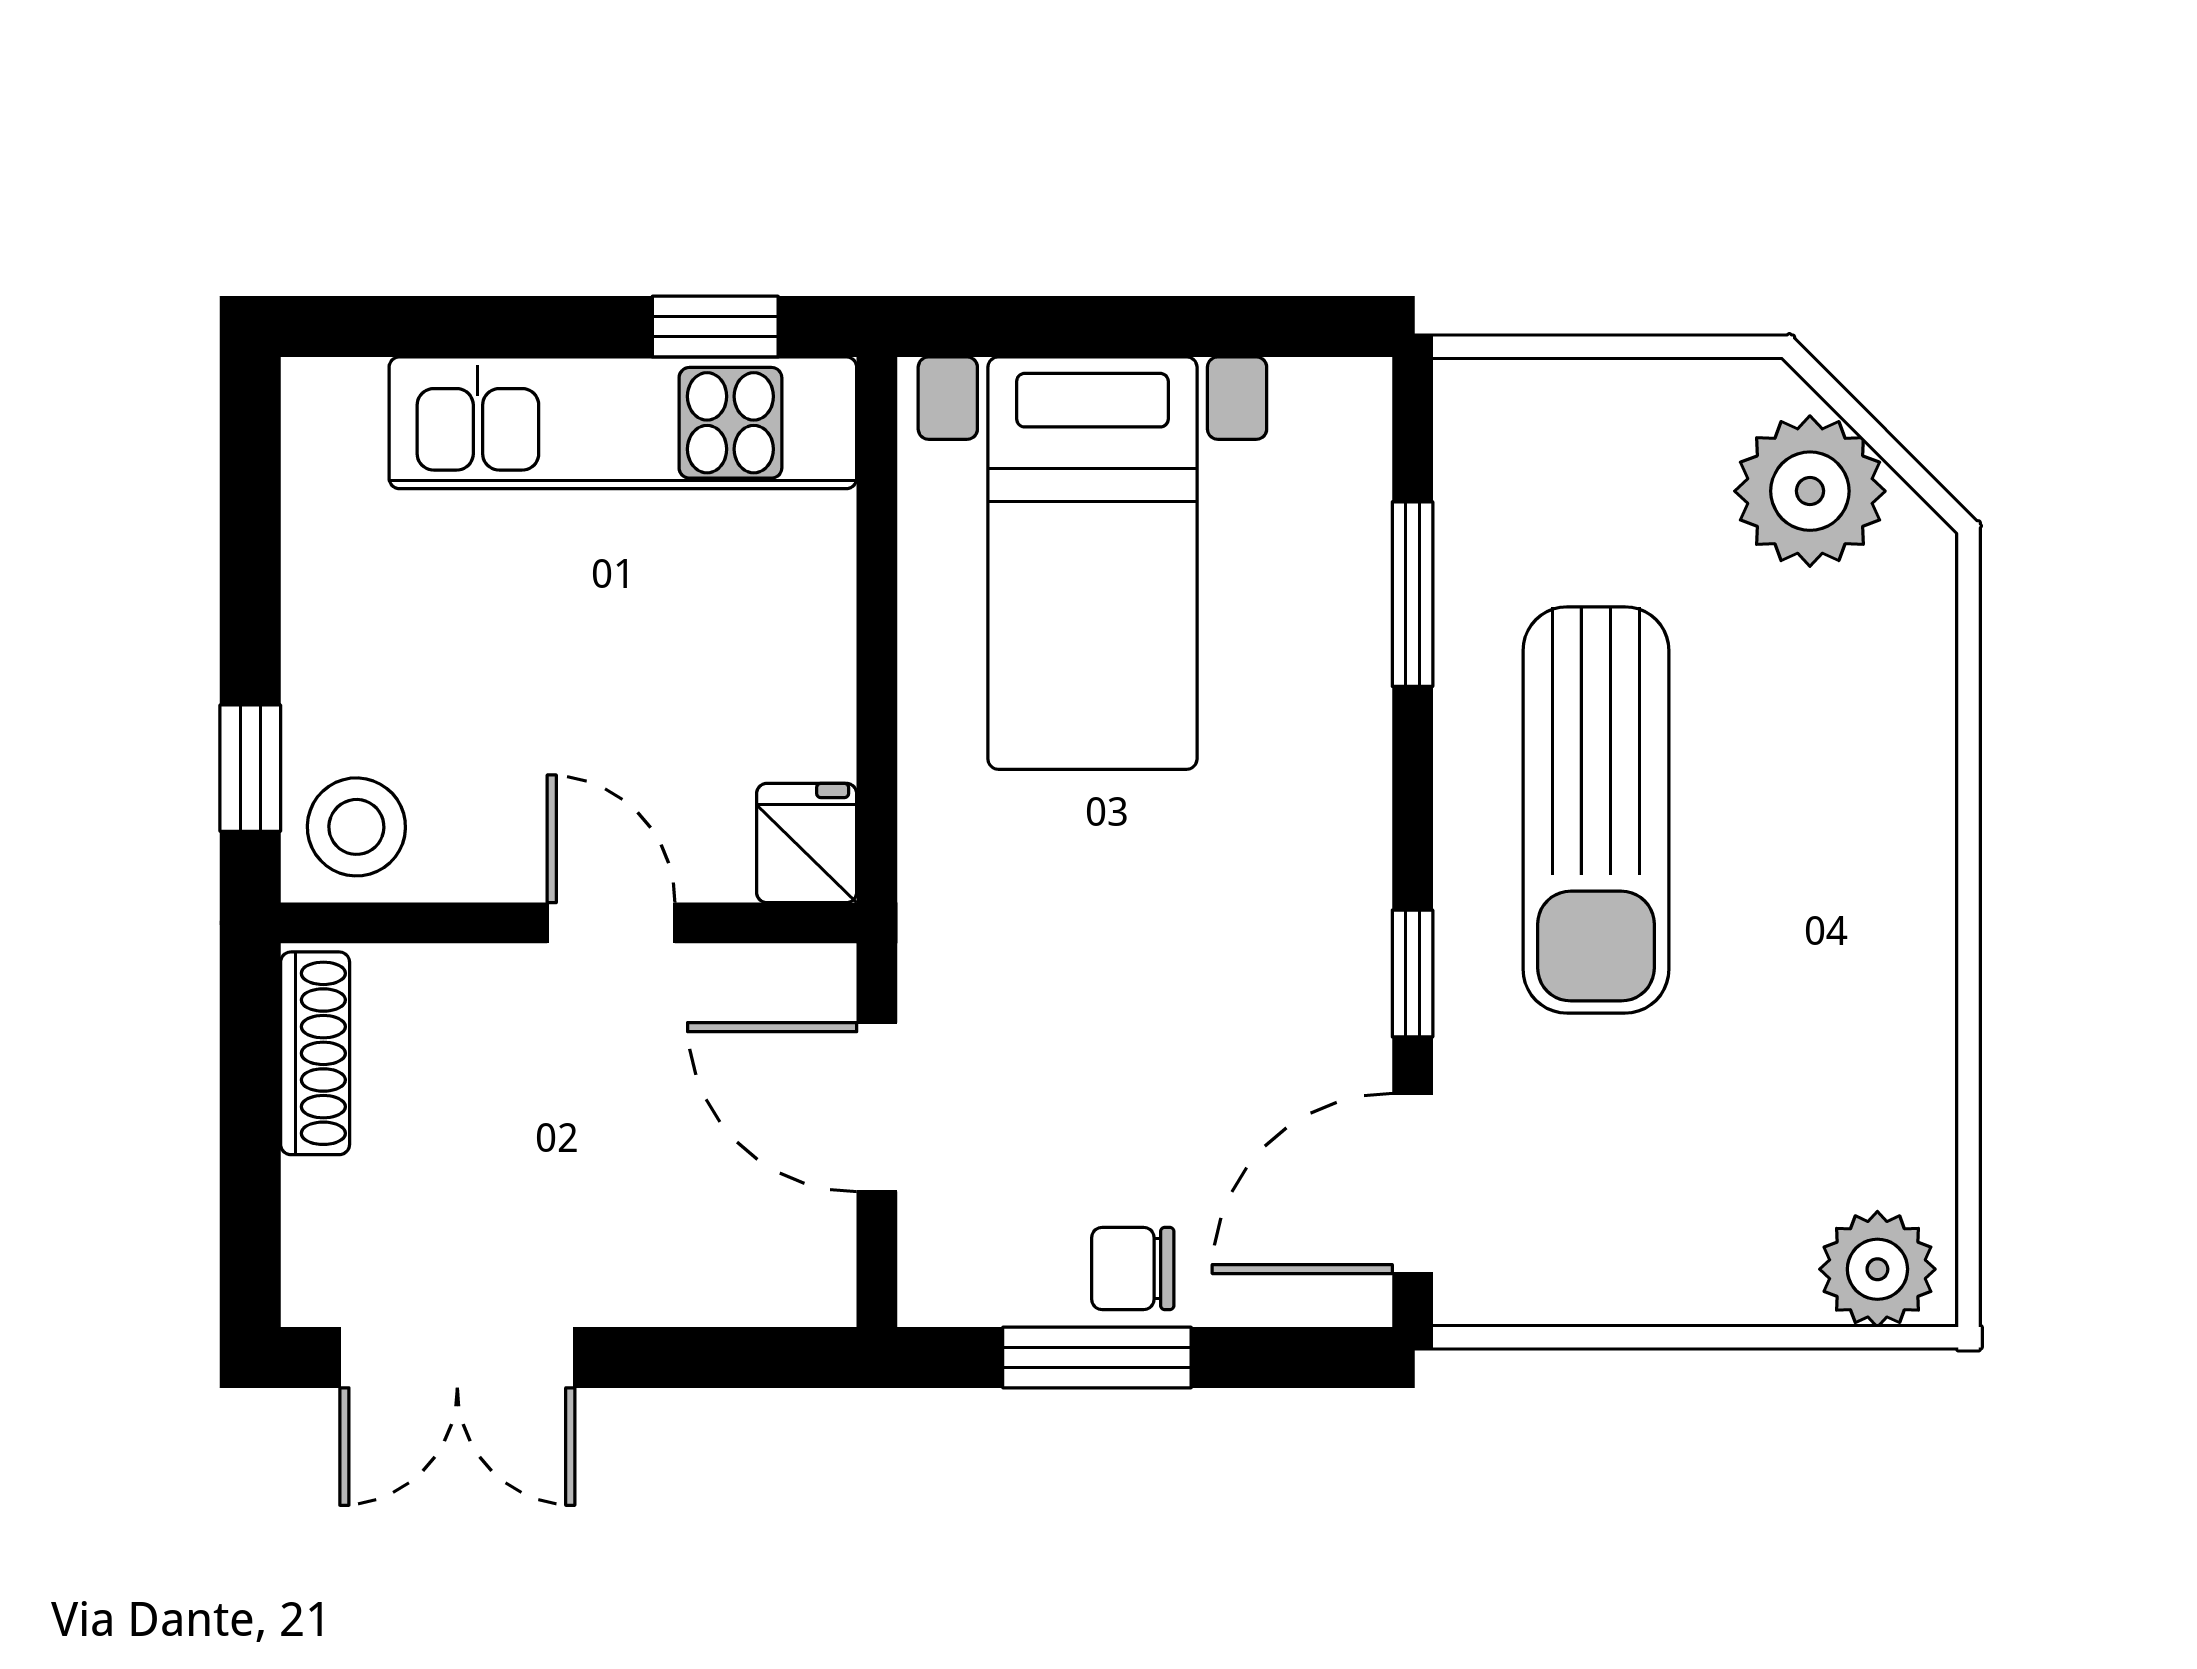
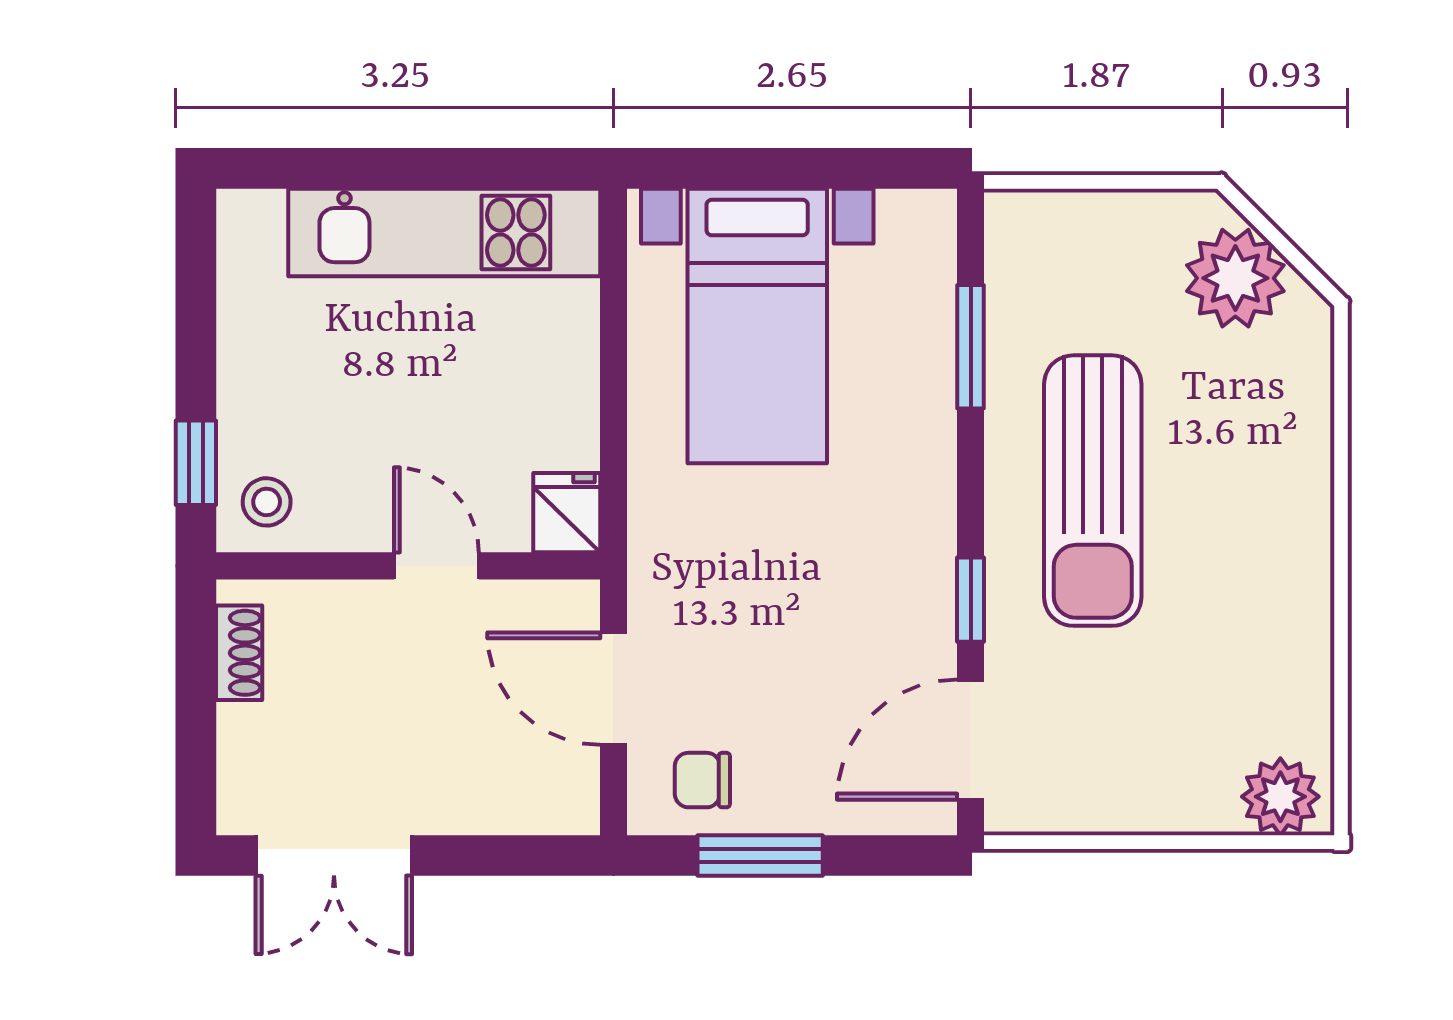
window: (715, 327) -> (506, 168), removed
stool: (356, 827) -> (267, 502), width x0.73, depth x0.73
shoe rack: (315, 1053) -> (239, 653), width x0.70
chair: (1133, 1268) -> (702, 780), moved

